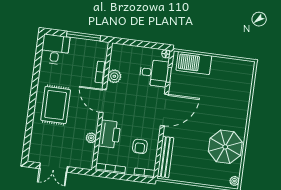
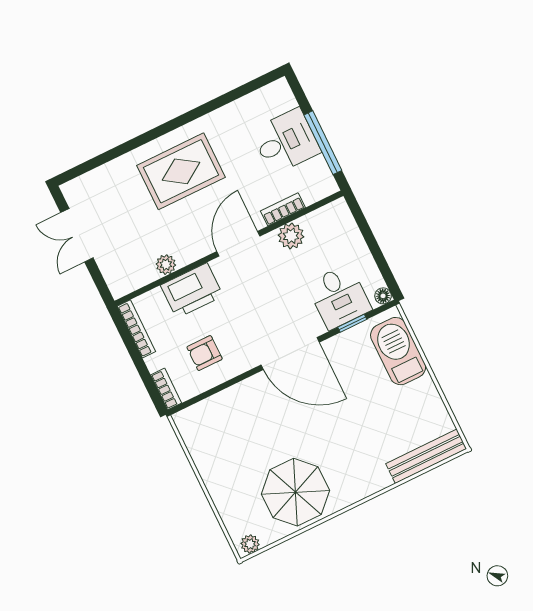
desk: (55, 49) -> (286, 141), moved
bench: (165, 157) -> (426, 456), moved

